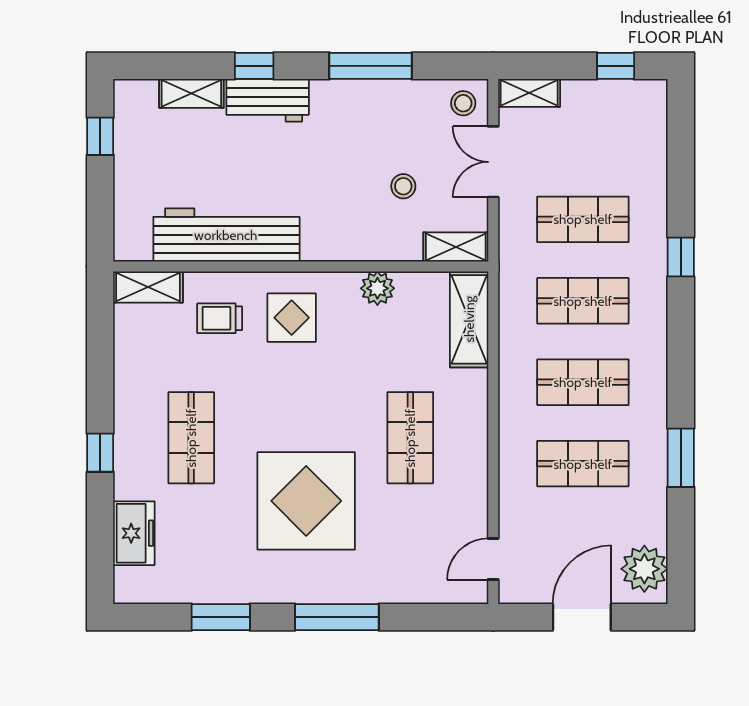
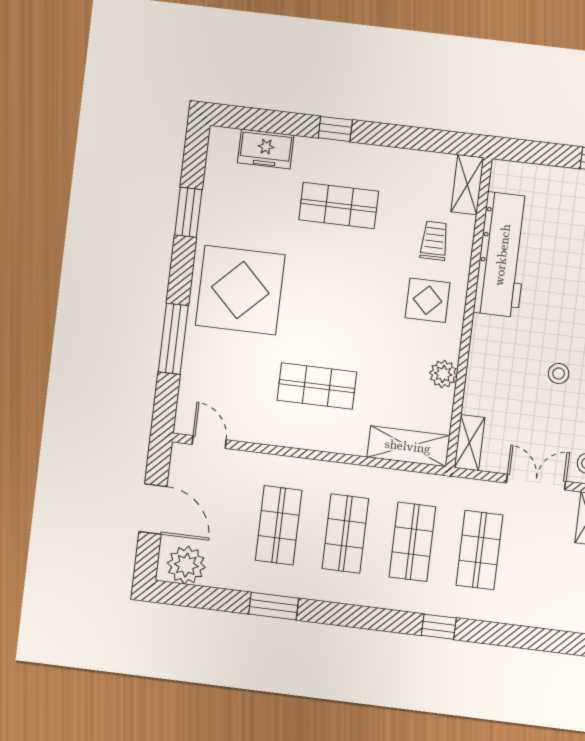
stool: (403, 186) -> (559, 374), moved
display table: (306, 501) -> (240, 290), moved
window: (337, 617) -> (173, 339), moved

